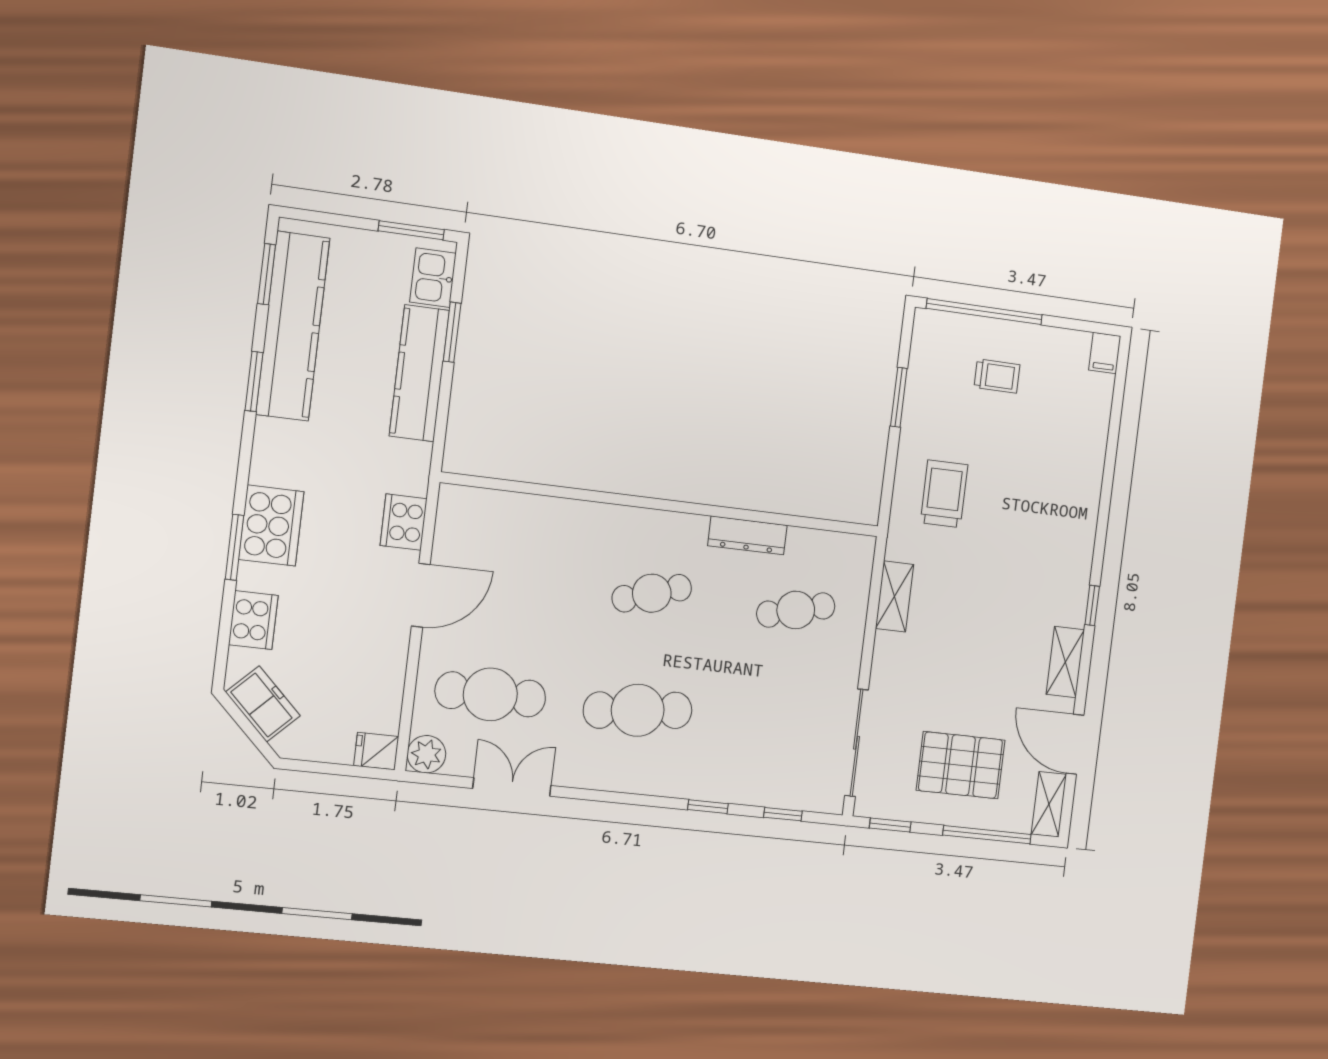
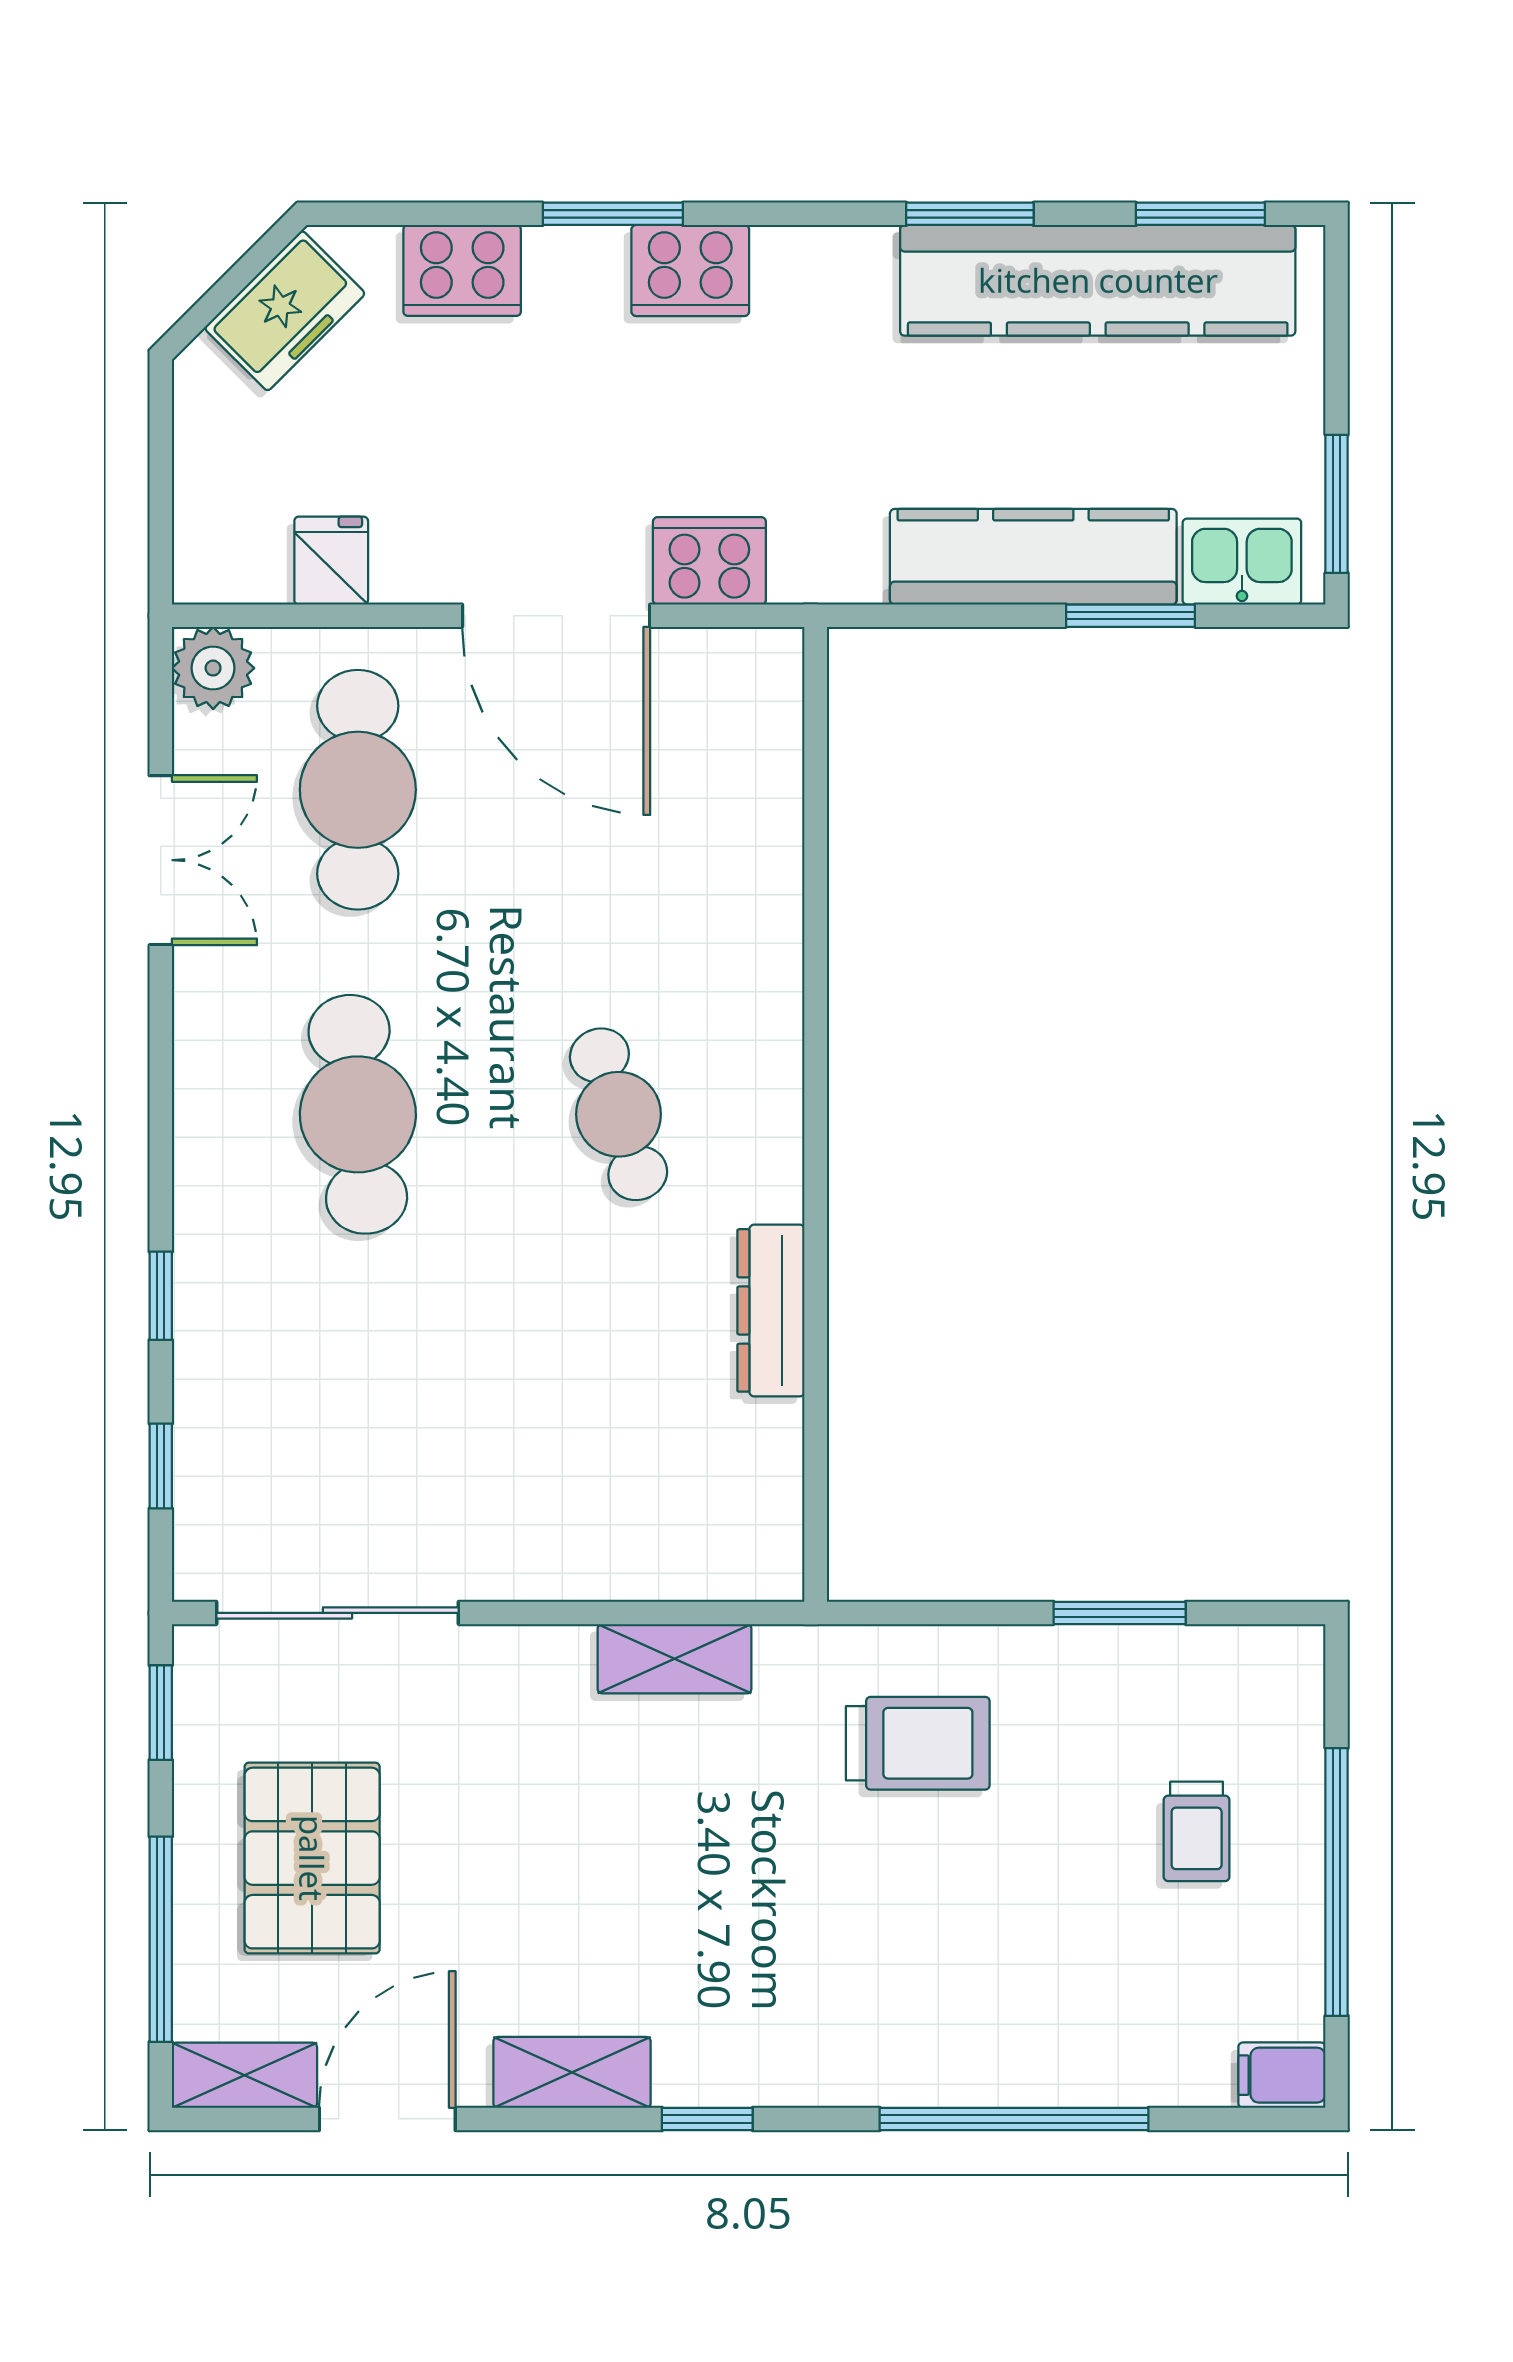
window: (984, 312) -> (1337, 1882), moved
window: (1109, 472) -> (1014, 2119), added
cooker: (271, 525) -> (690, 271), width x0.73, depth x0.76
door: (421, 595) -> (556, 616), width x1.36
cafe table: (796, 610) -> (619, 1439), removed
fridge: (376, 751) -> (331, 561), moved

